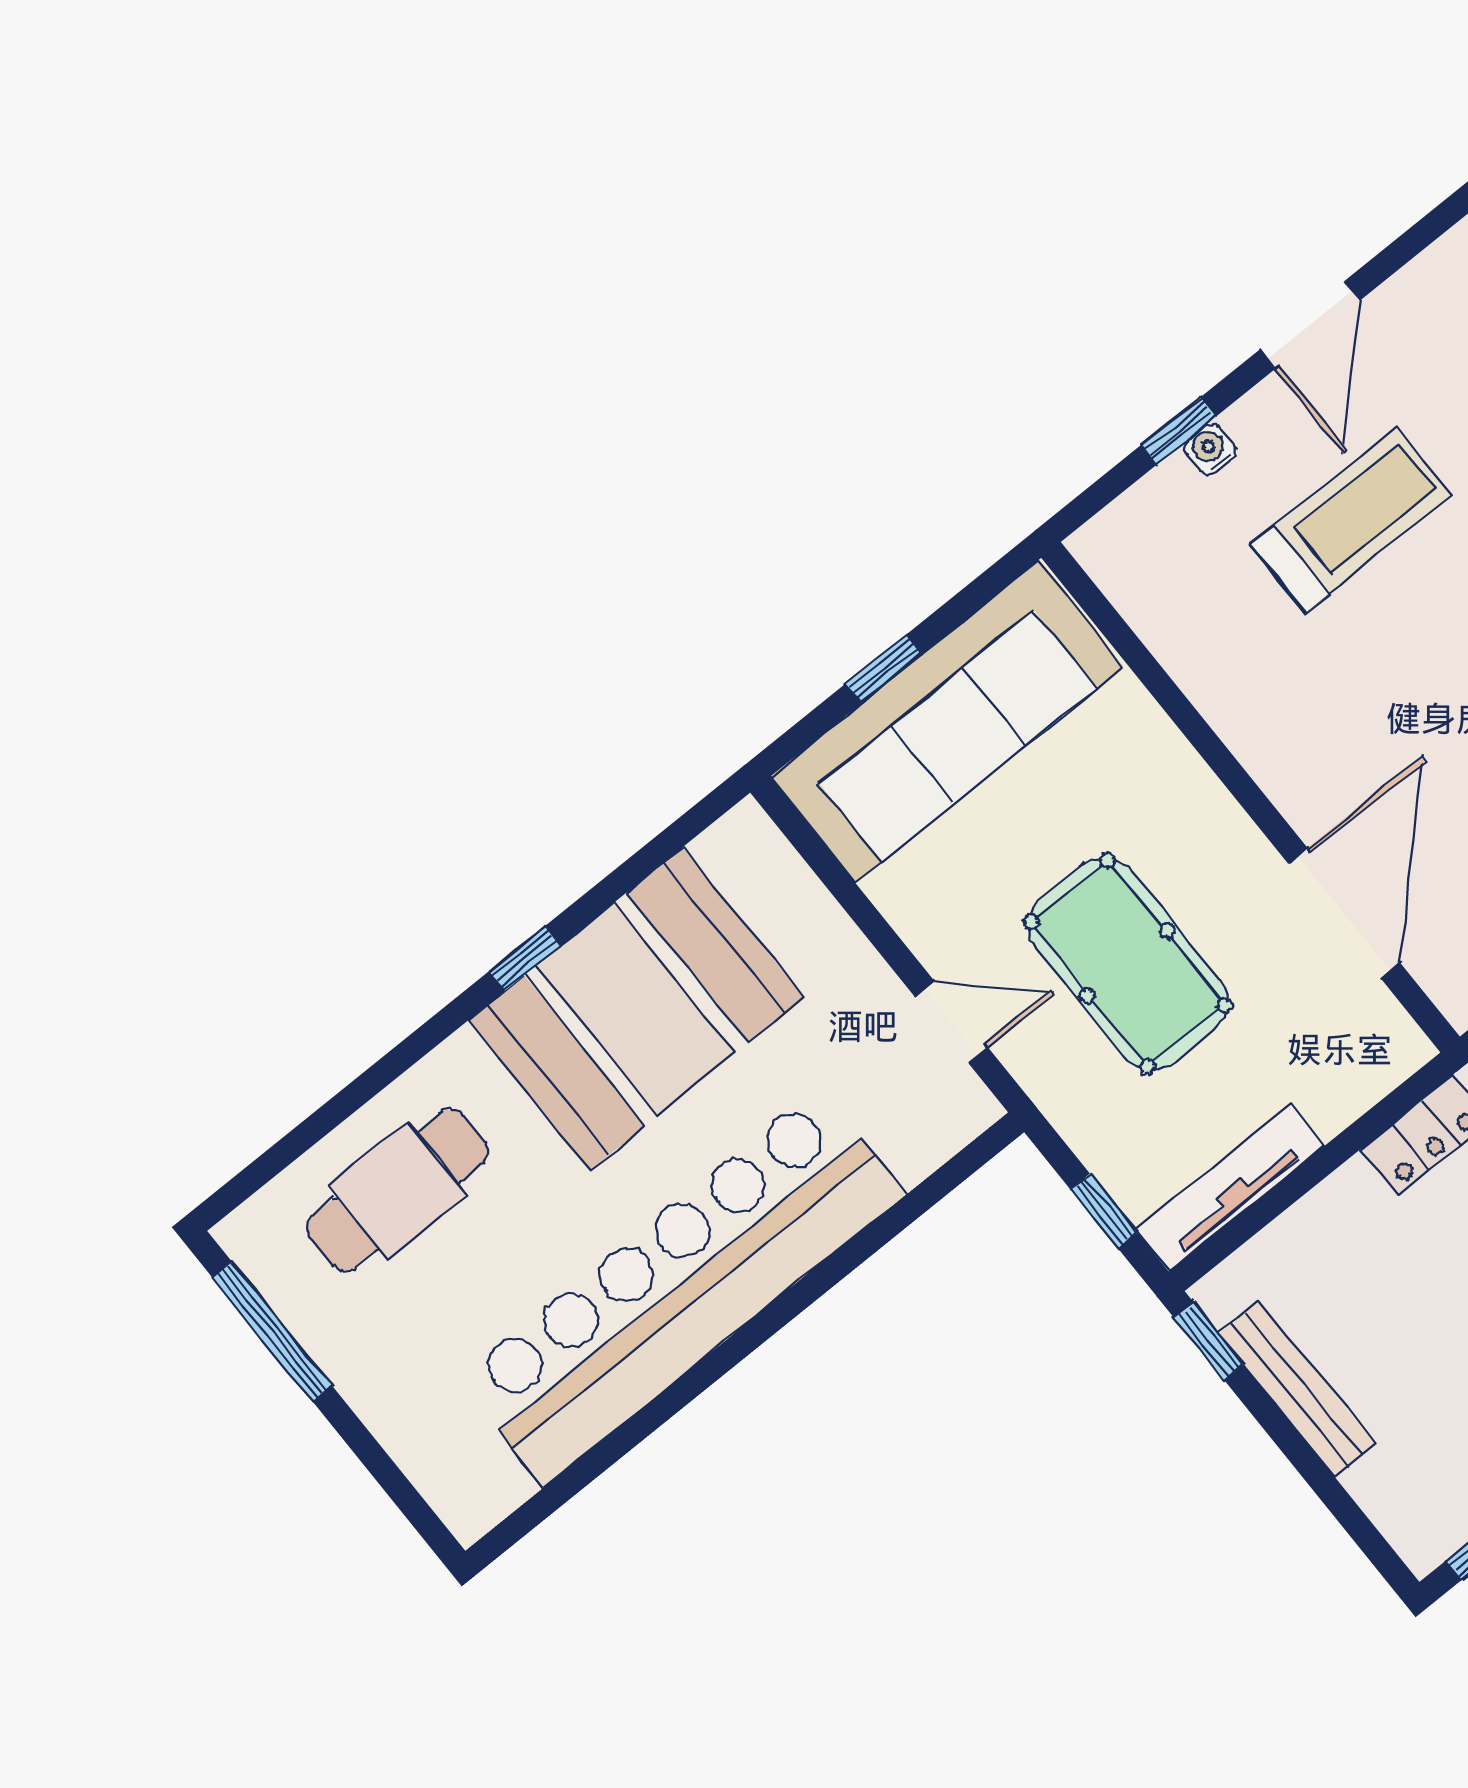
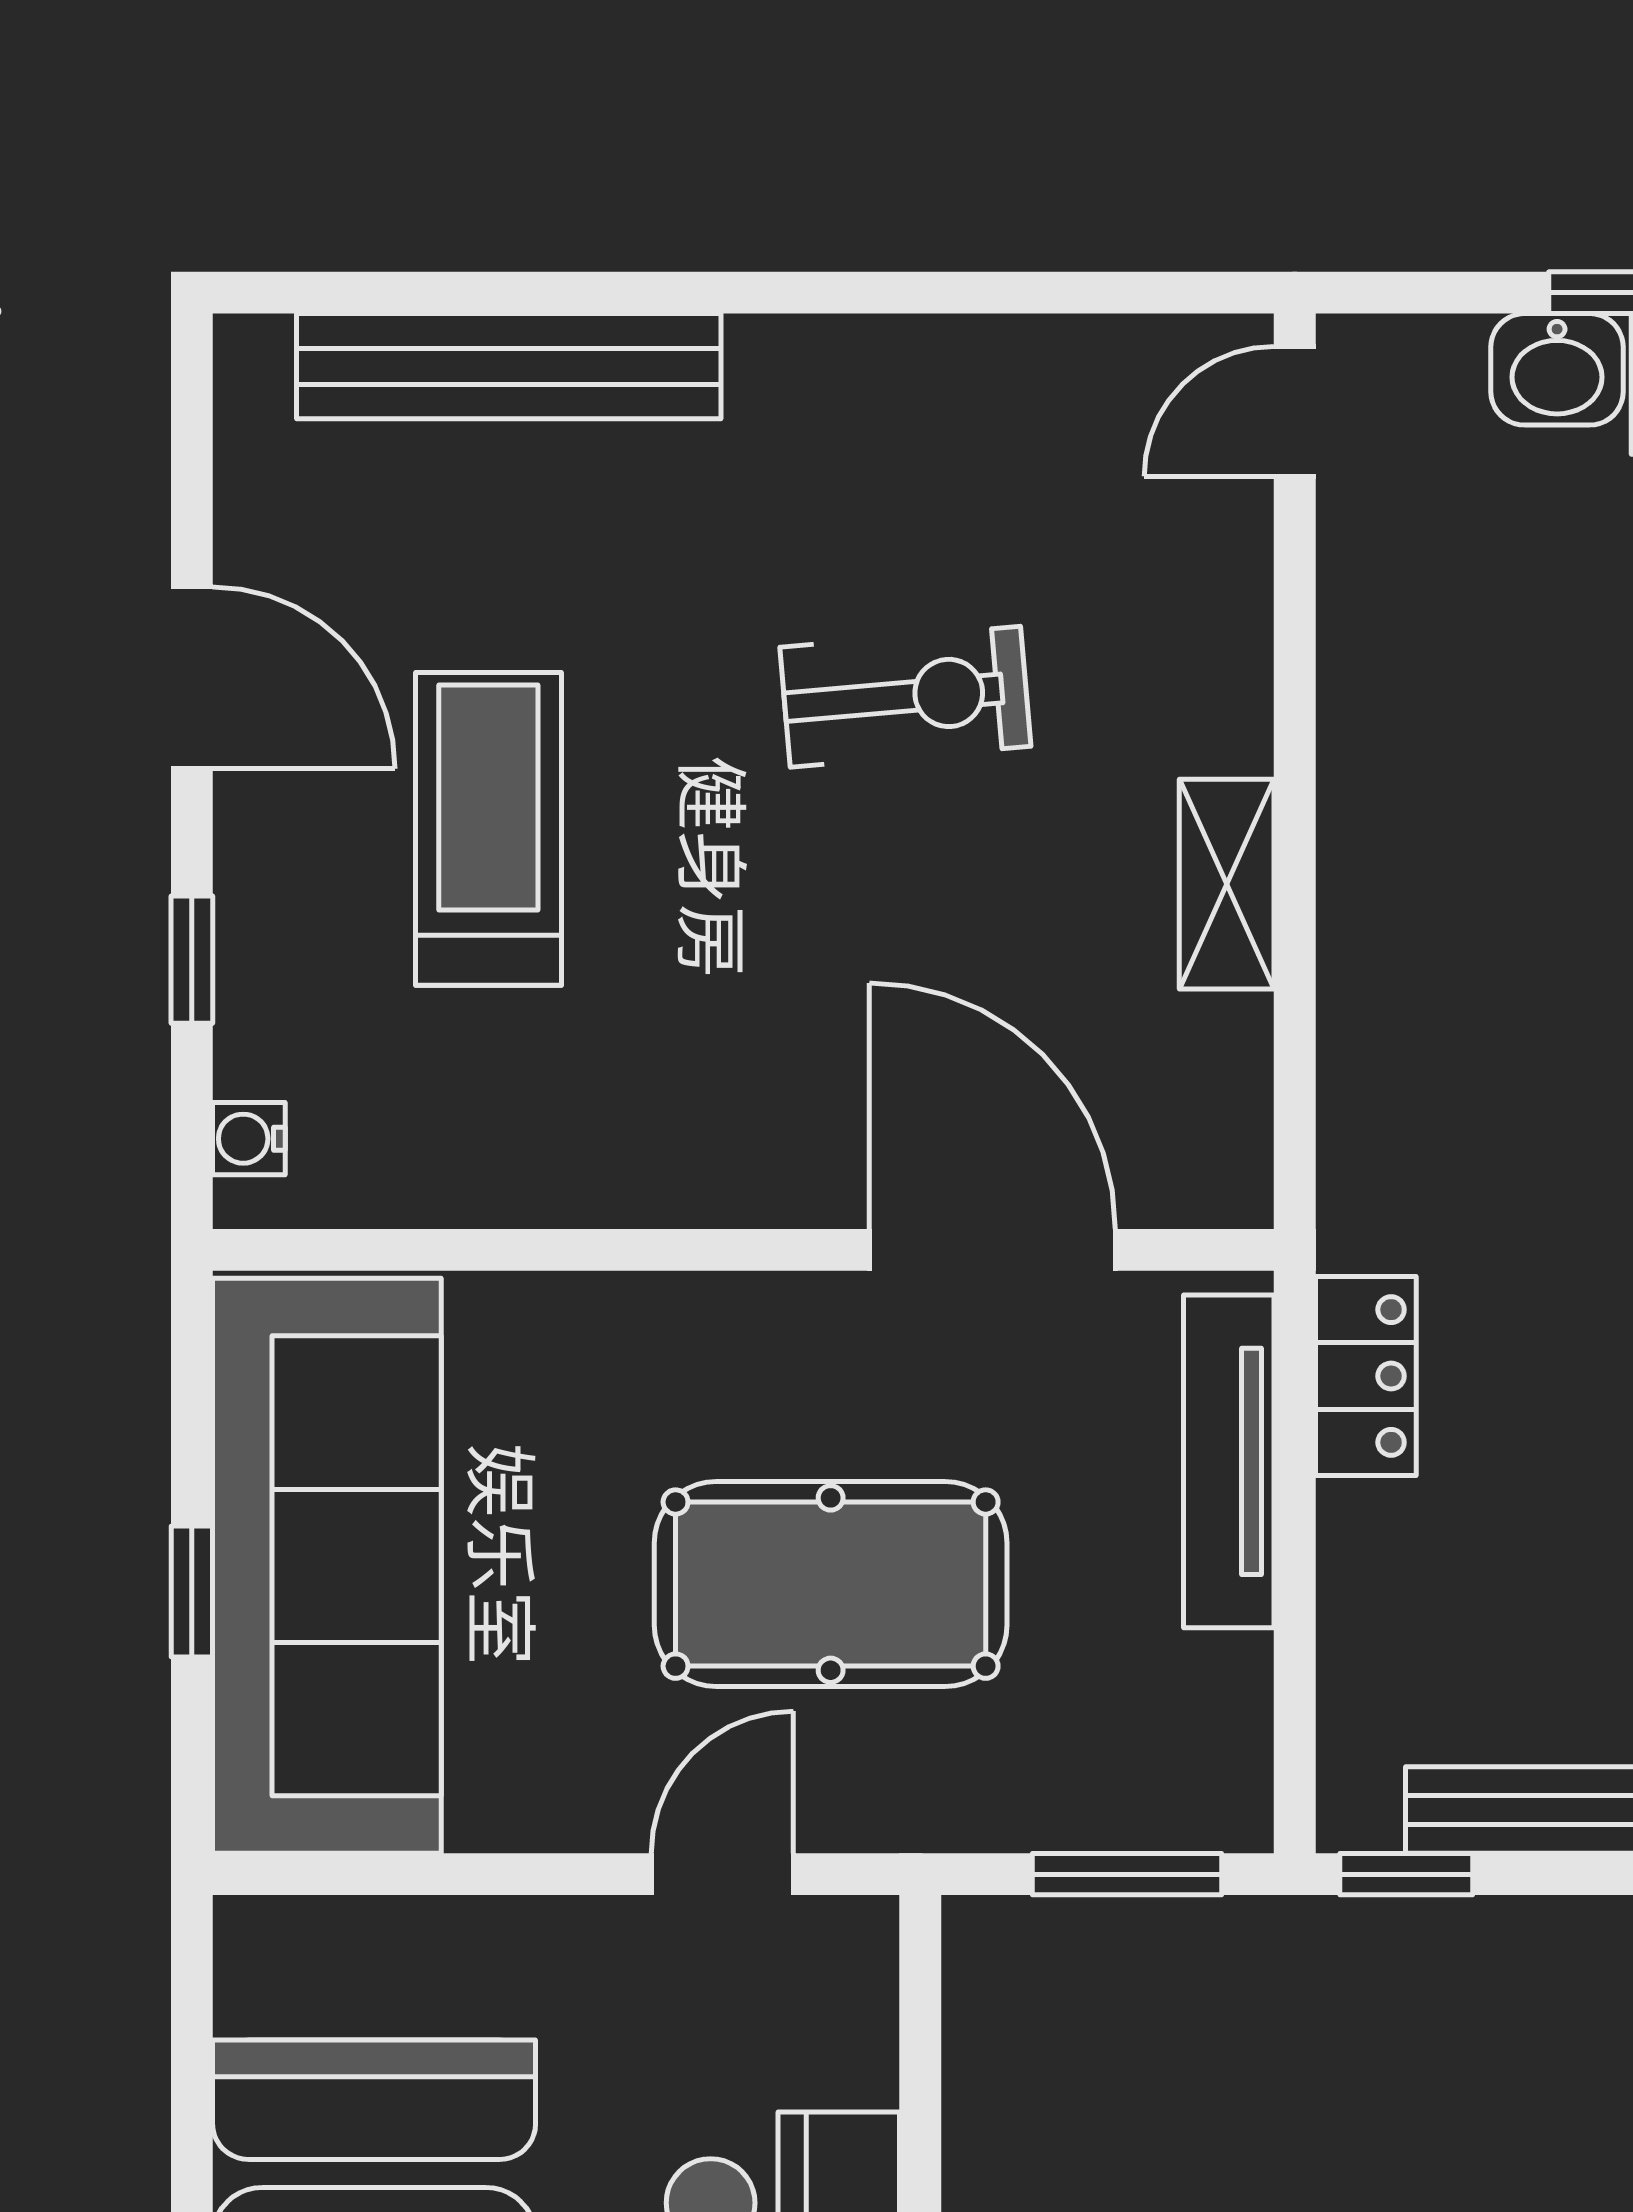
water cooler: (1210, 449) -> (249, 1139), moved
tv unit: (1229, 1188) -> (1229, 1461), moved
window: (1104, 1211) -> (1127, 1874), width x1.50

